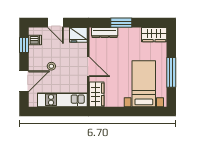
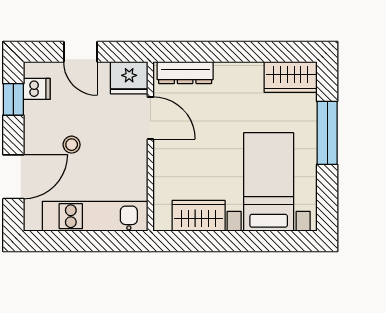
window: (121, 23) -> (221, 52), removed
door: (88, 67) -> (150, 118), moved
window: (171, 72) -> (327, 133), moved
wardrobe: (97, 94) -> (199, 216), moved, turned -90

